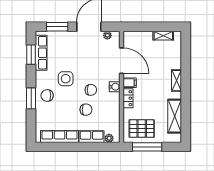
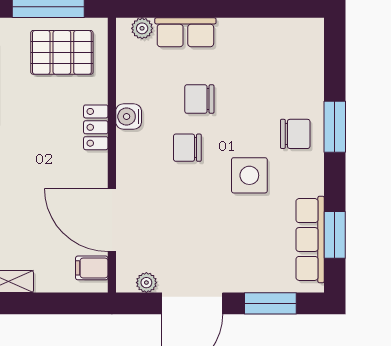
filing cabinet: (130, 83) -> (92, 268), moved
water cooler: (115, 87) -> (129, 116), moved
row of seats: (60, 137) -> (265, 33), removed

